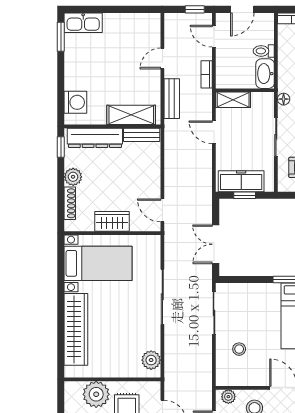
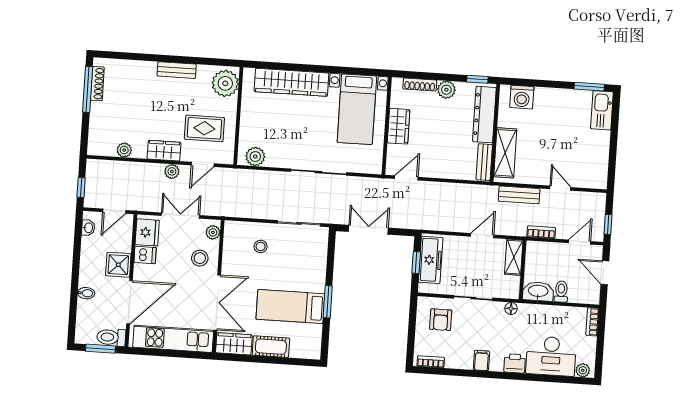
plant: (96, 394) -> (225, 83), moved

